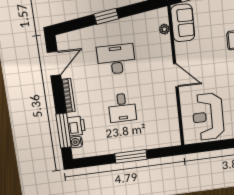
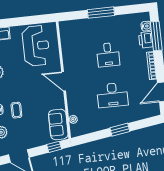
desk: (122, 108) -> (108, 55), turned 180

